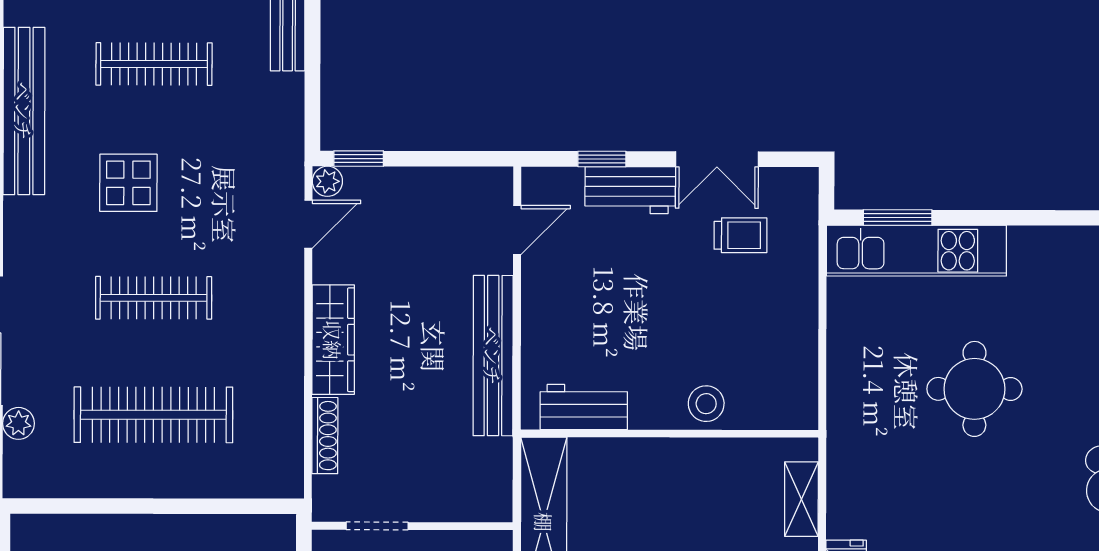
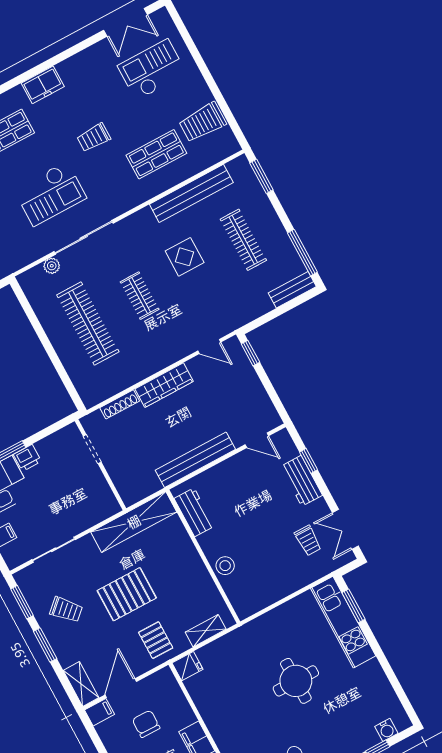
double door: (717, 159) -> (345, 529), moved
plant: (327, 181) -> (233, 345), removed
clothes rail: (154, 298) -> (140, 296), width x0.73

